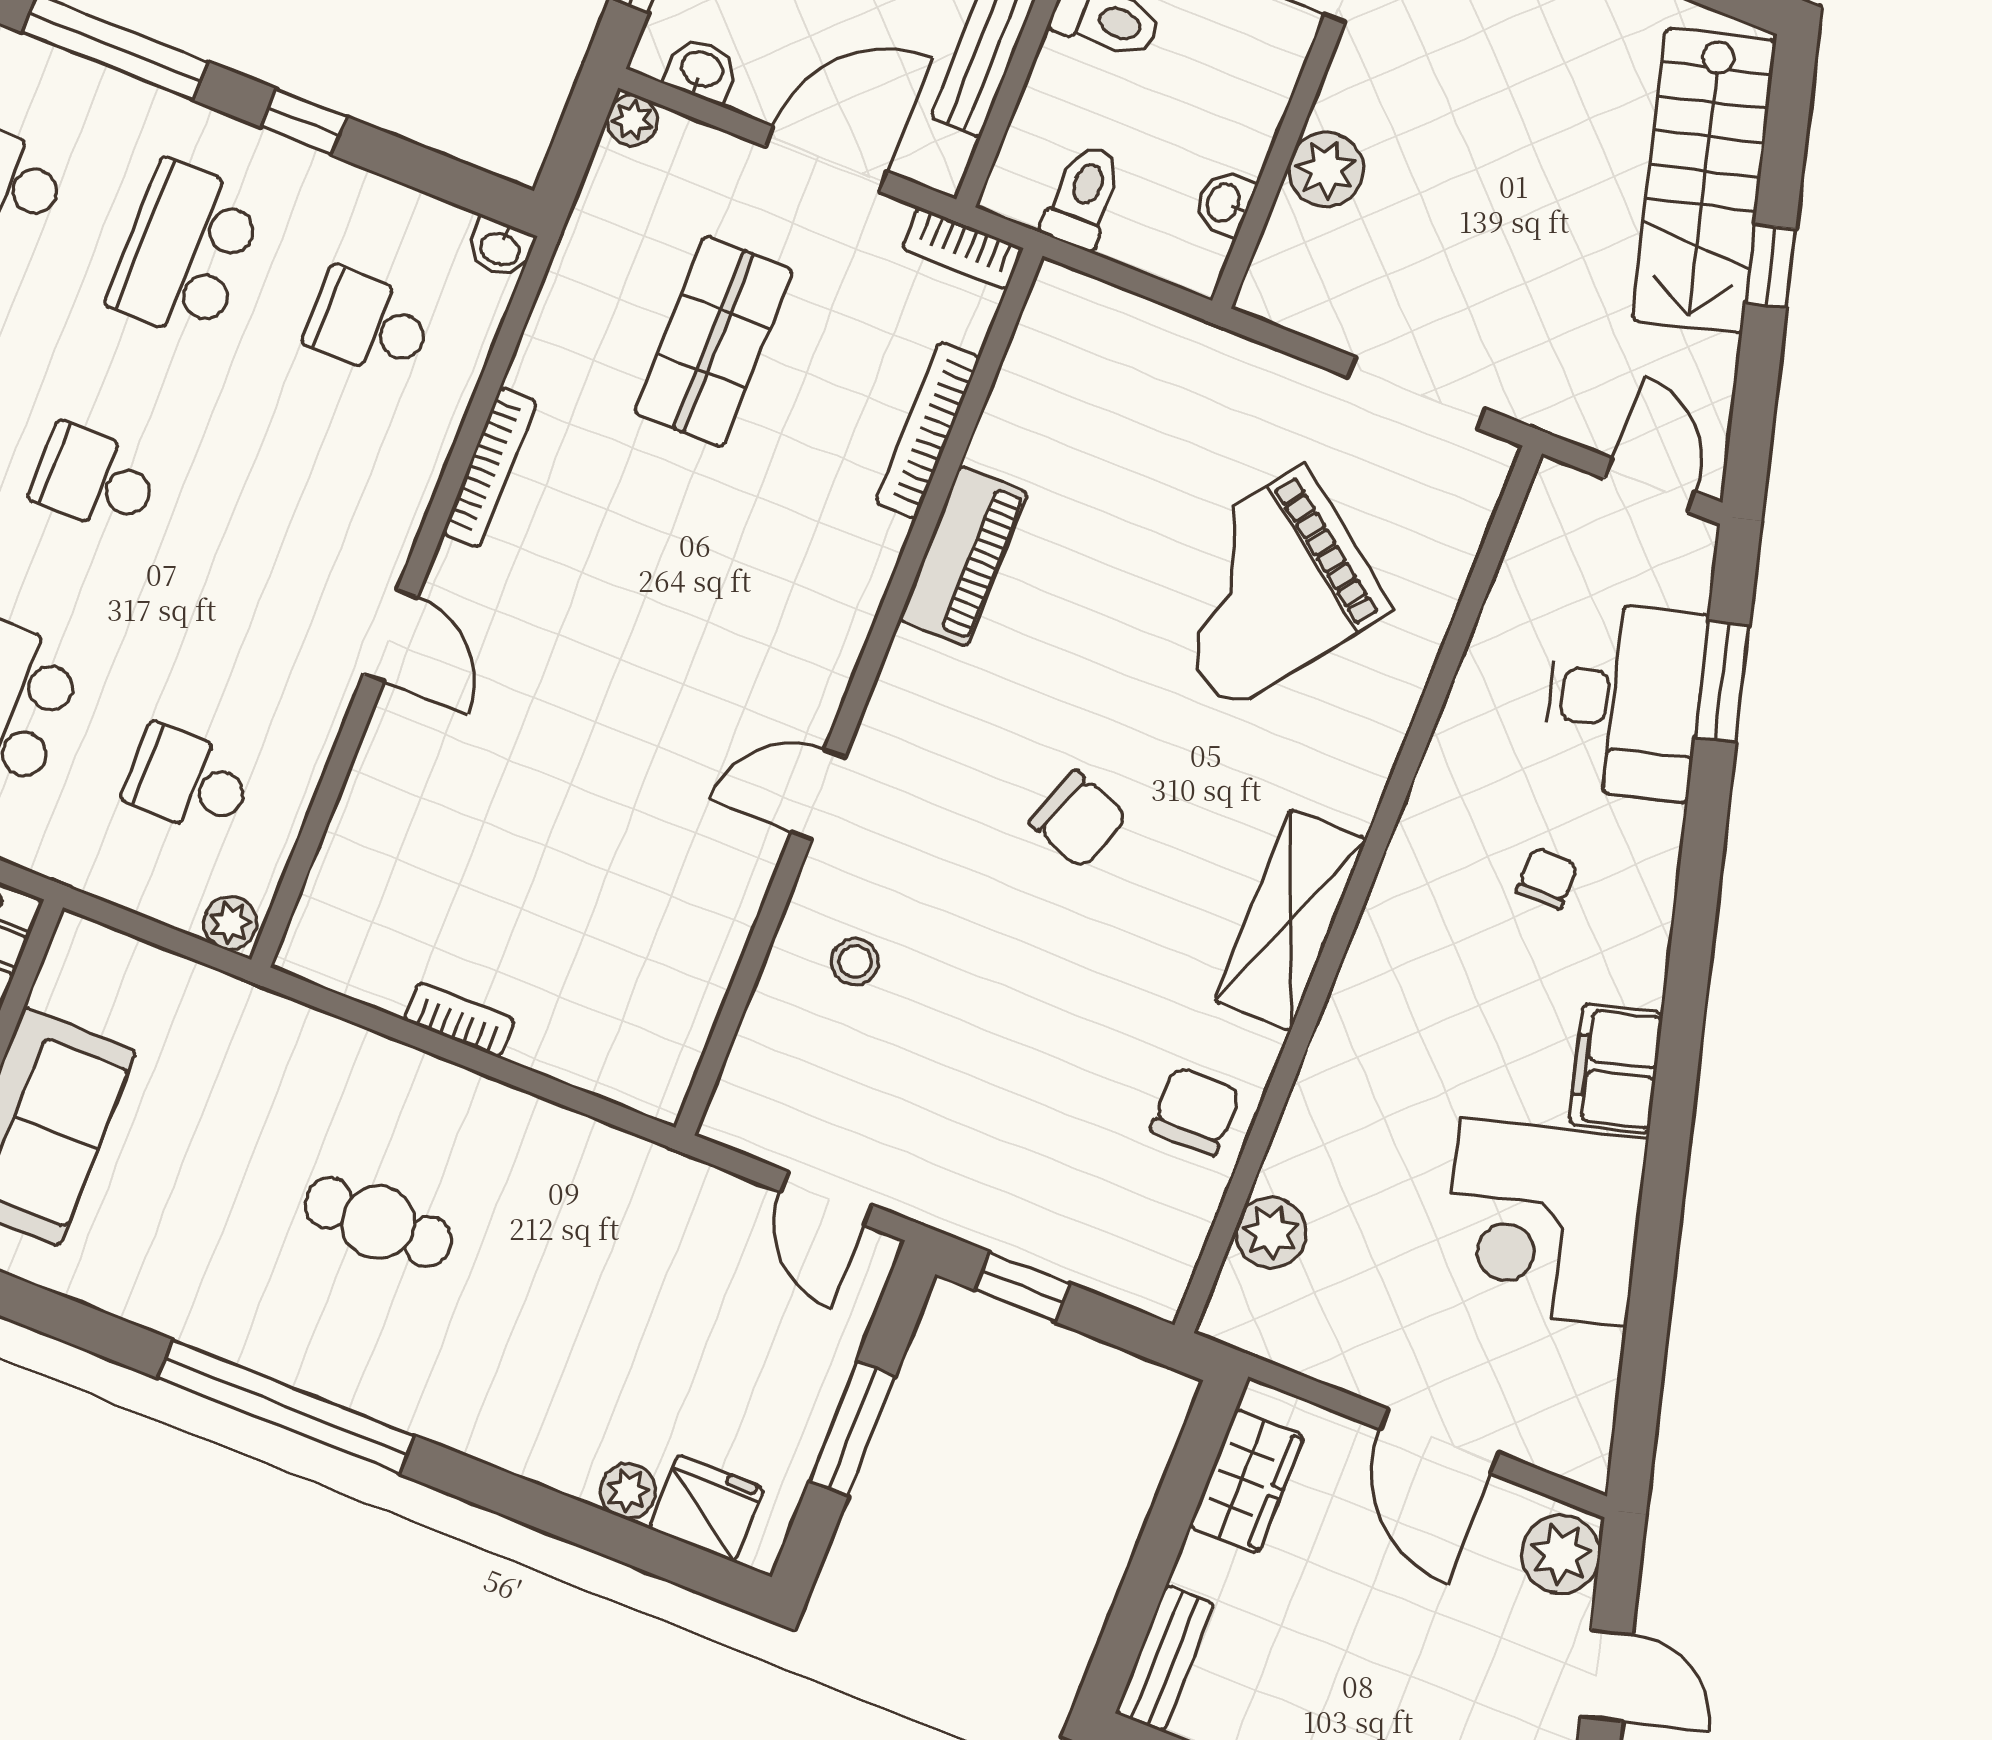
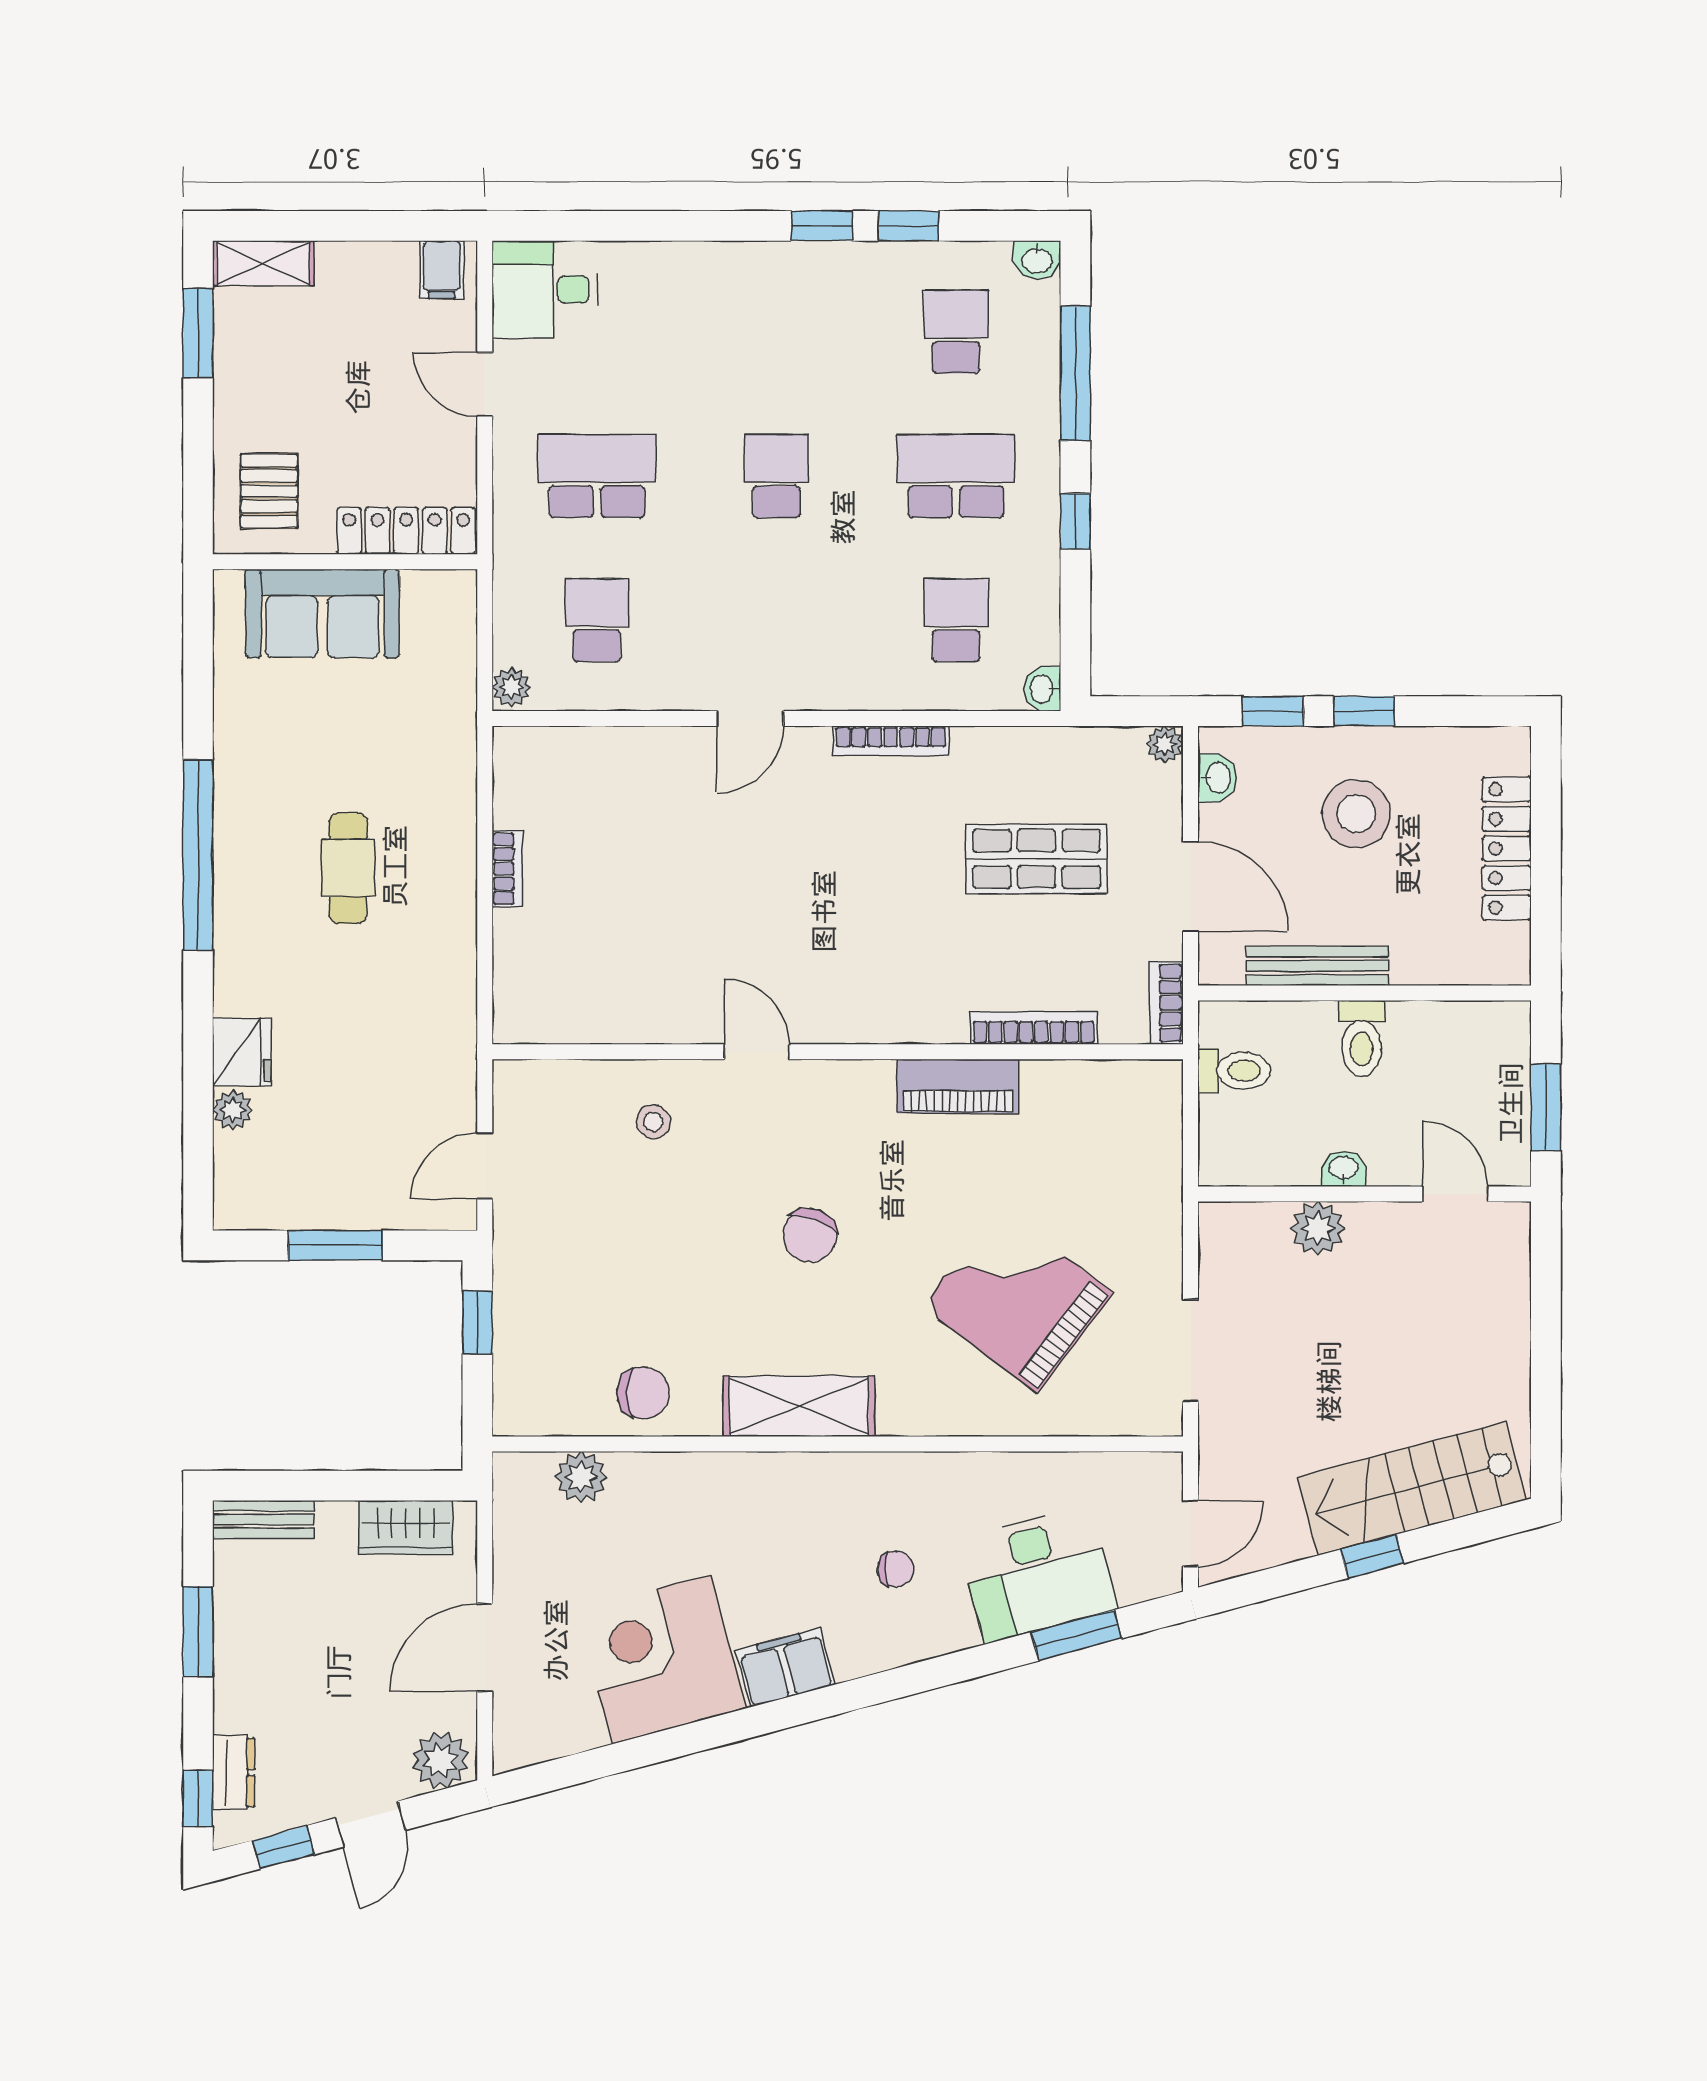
washbasin: (1225, 203) -> (1344, 1169), moved
fridge: (706, 1508) -> (242, 1052), moved

